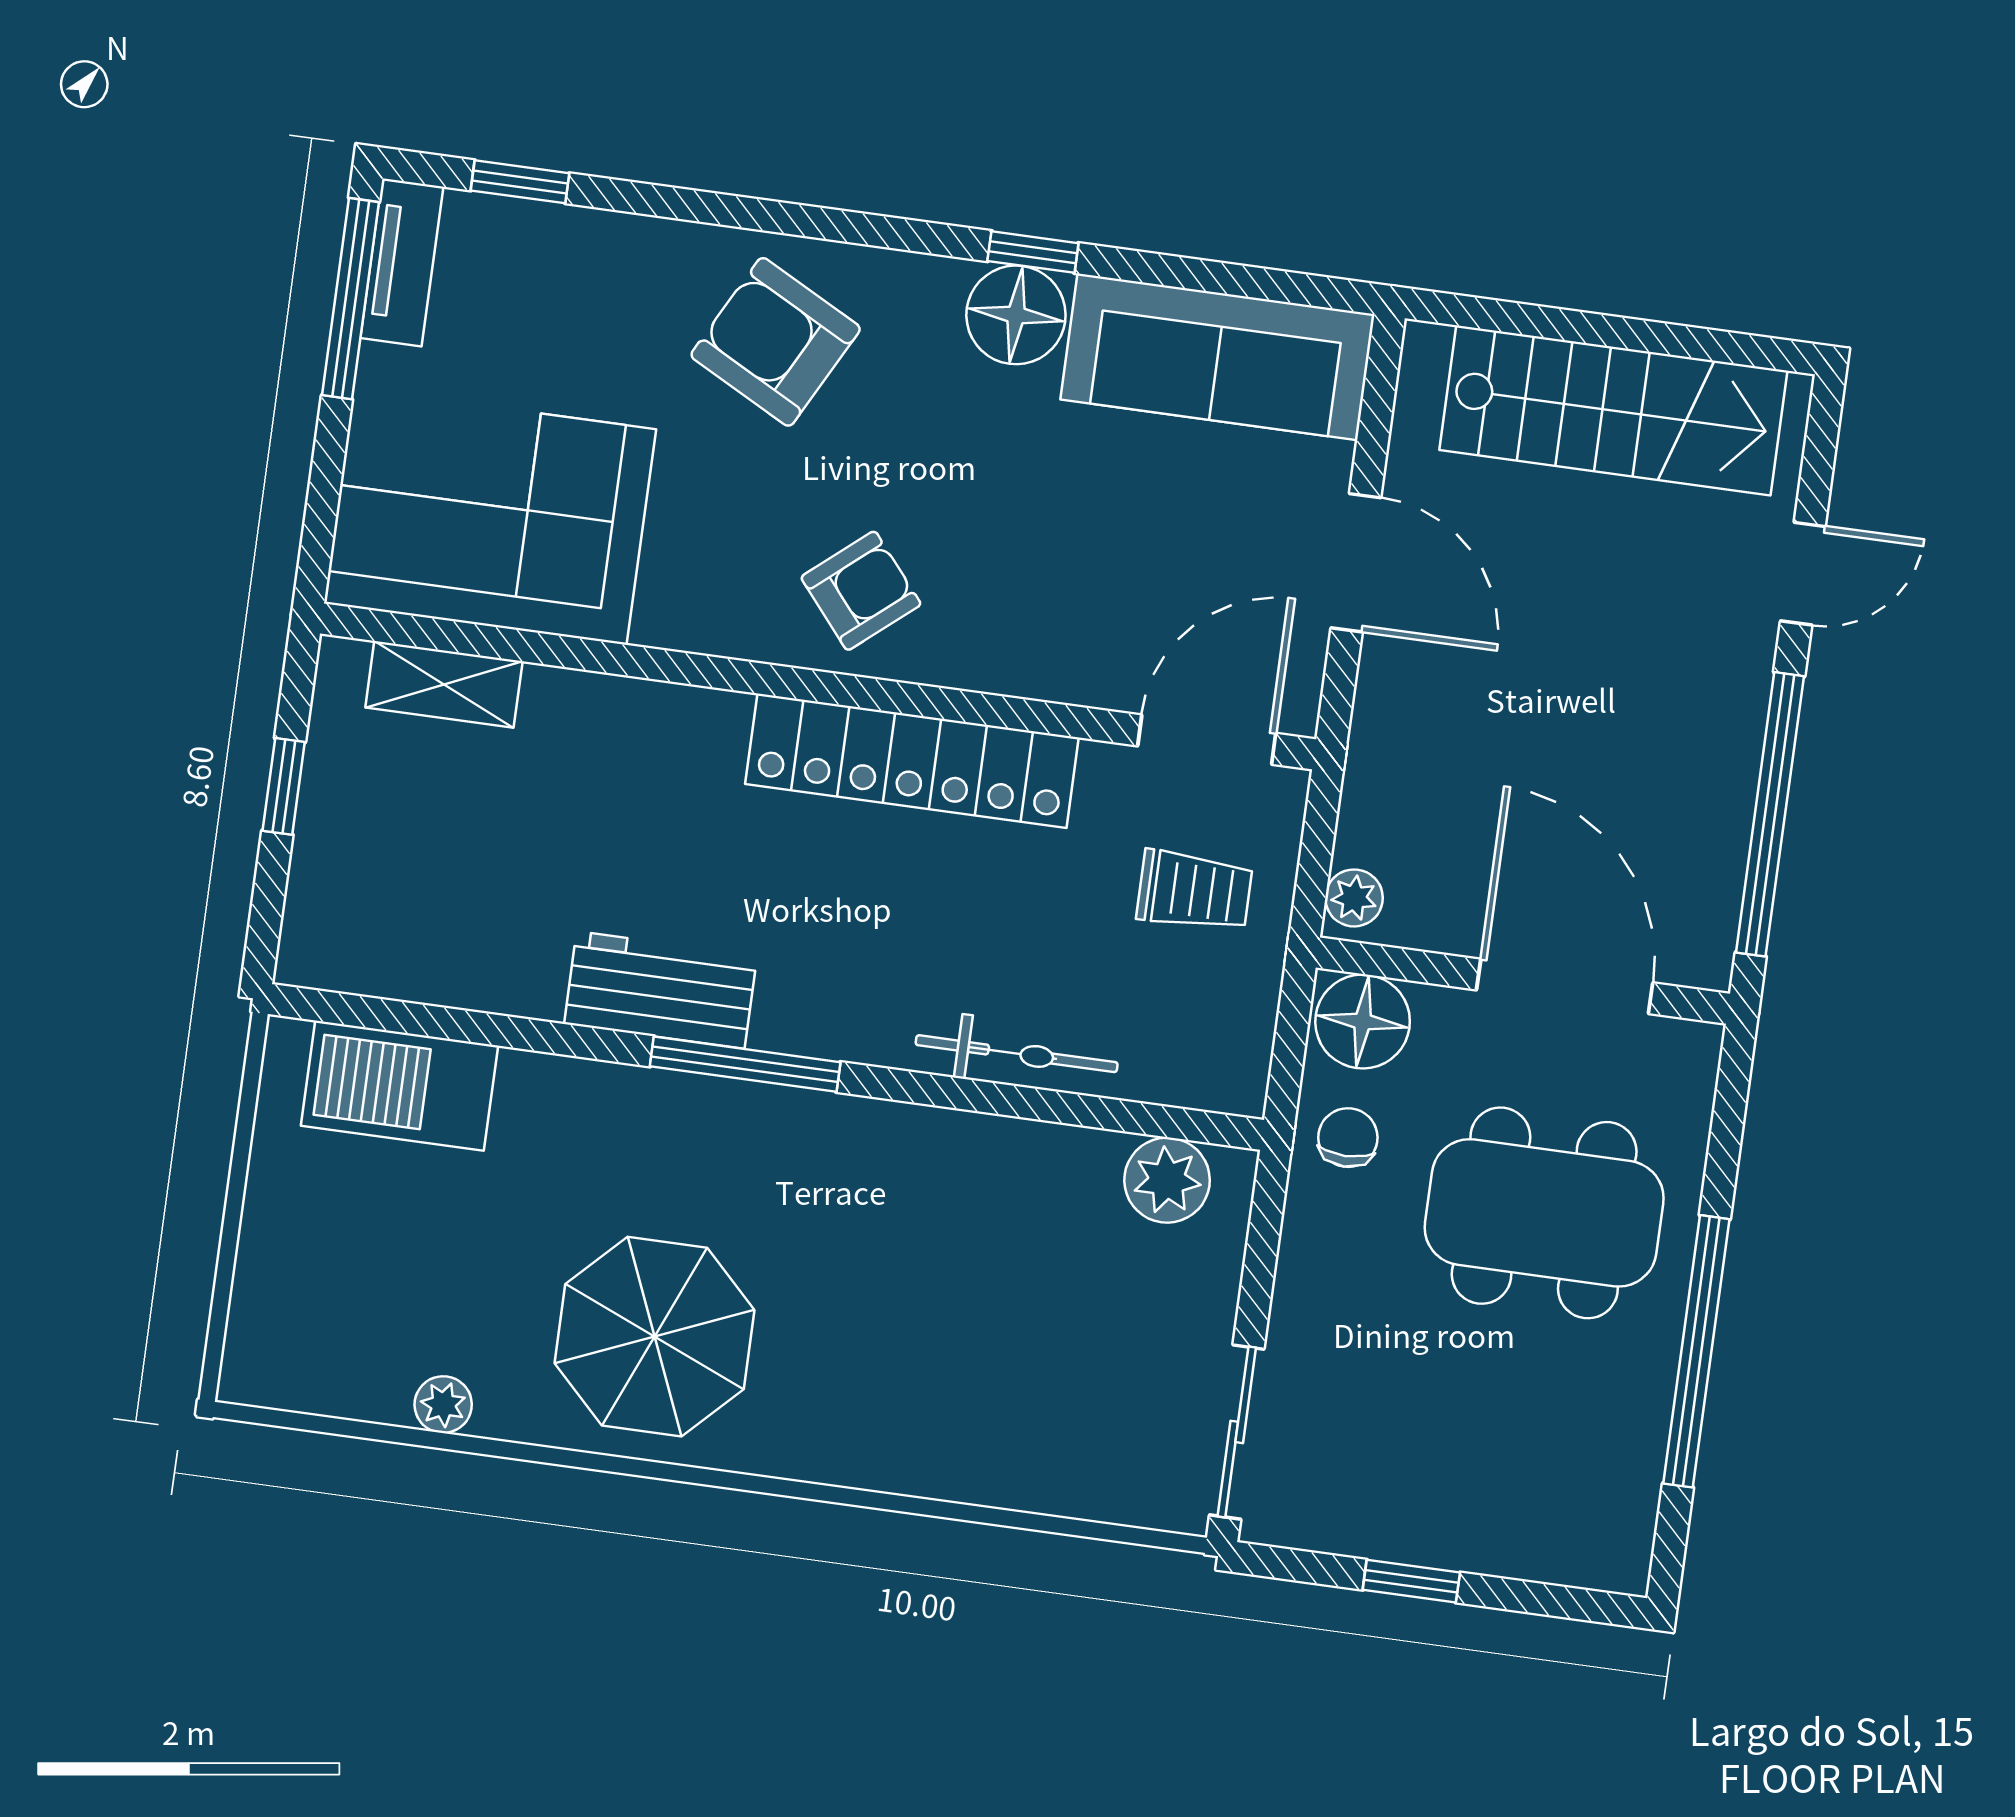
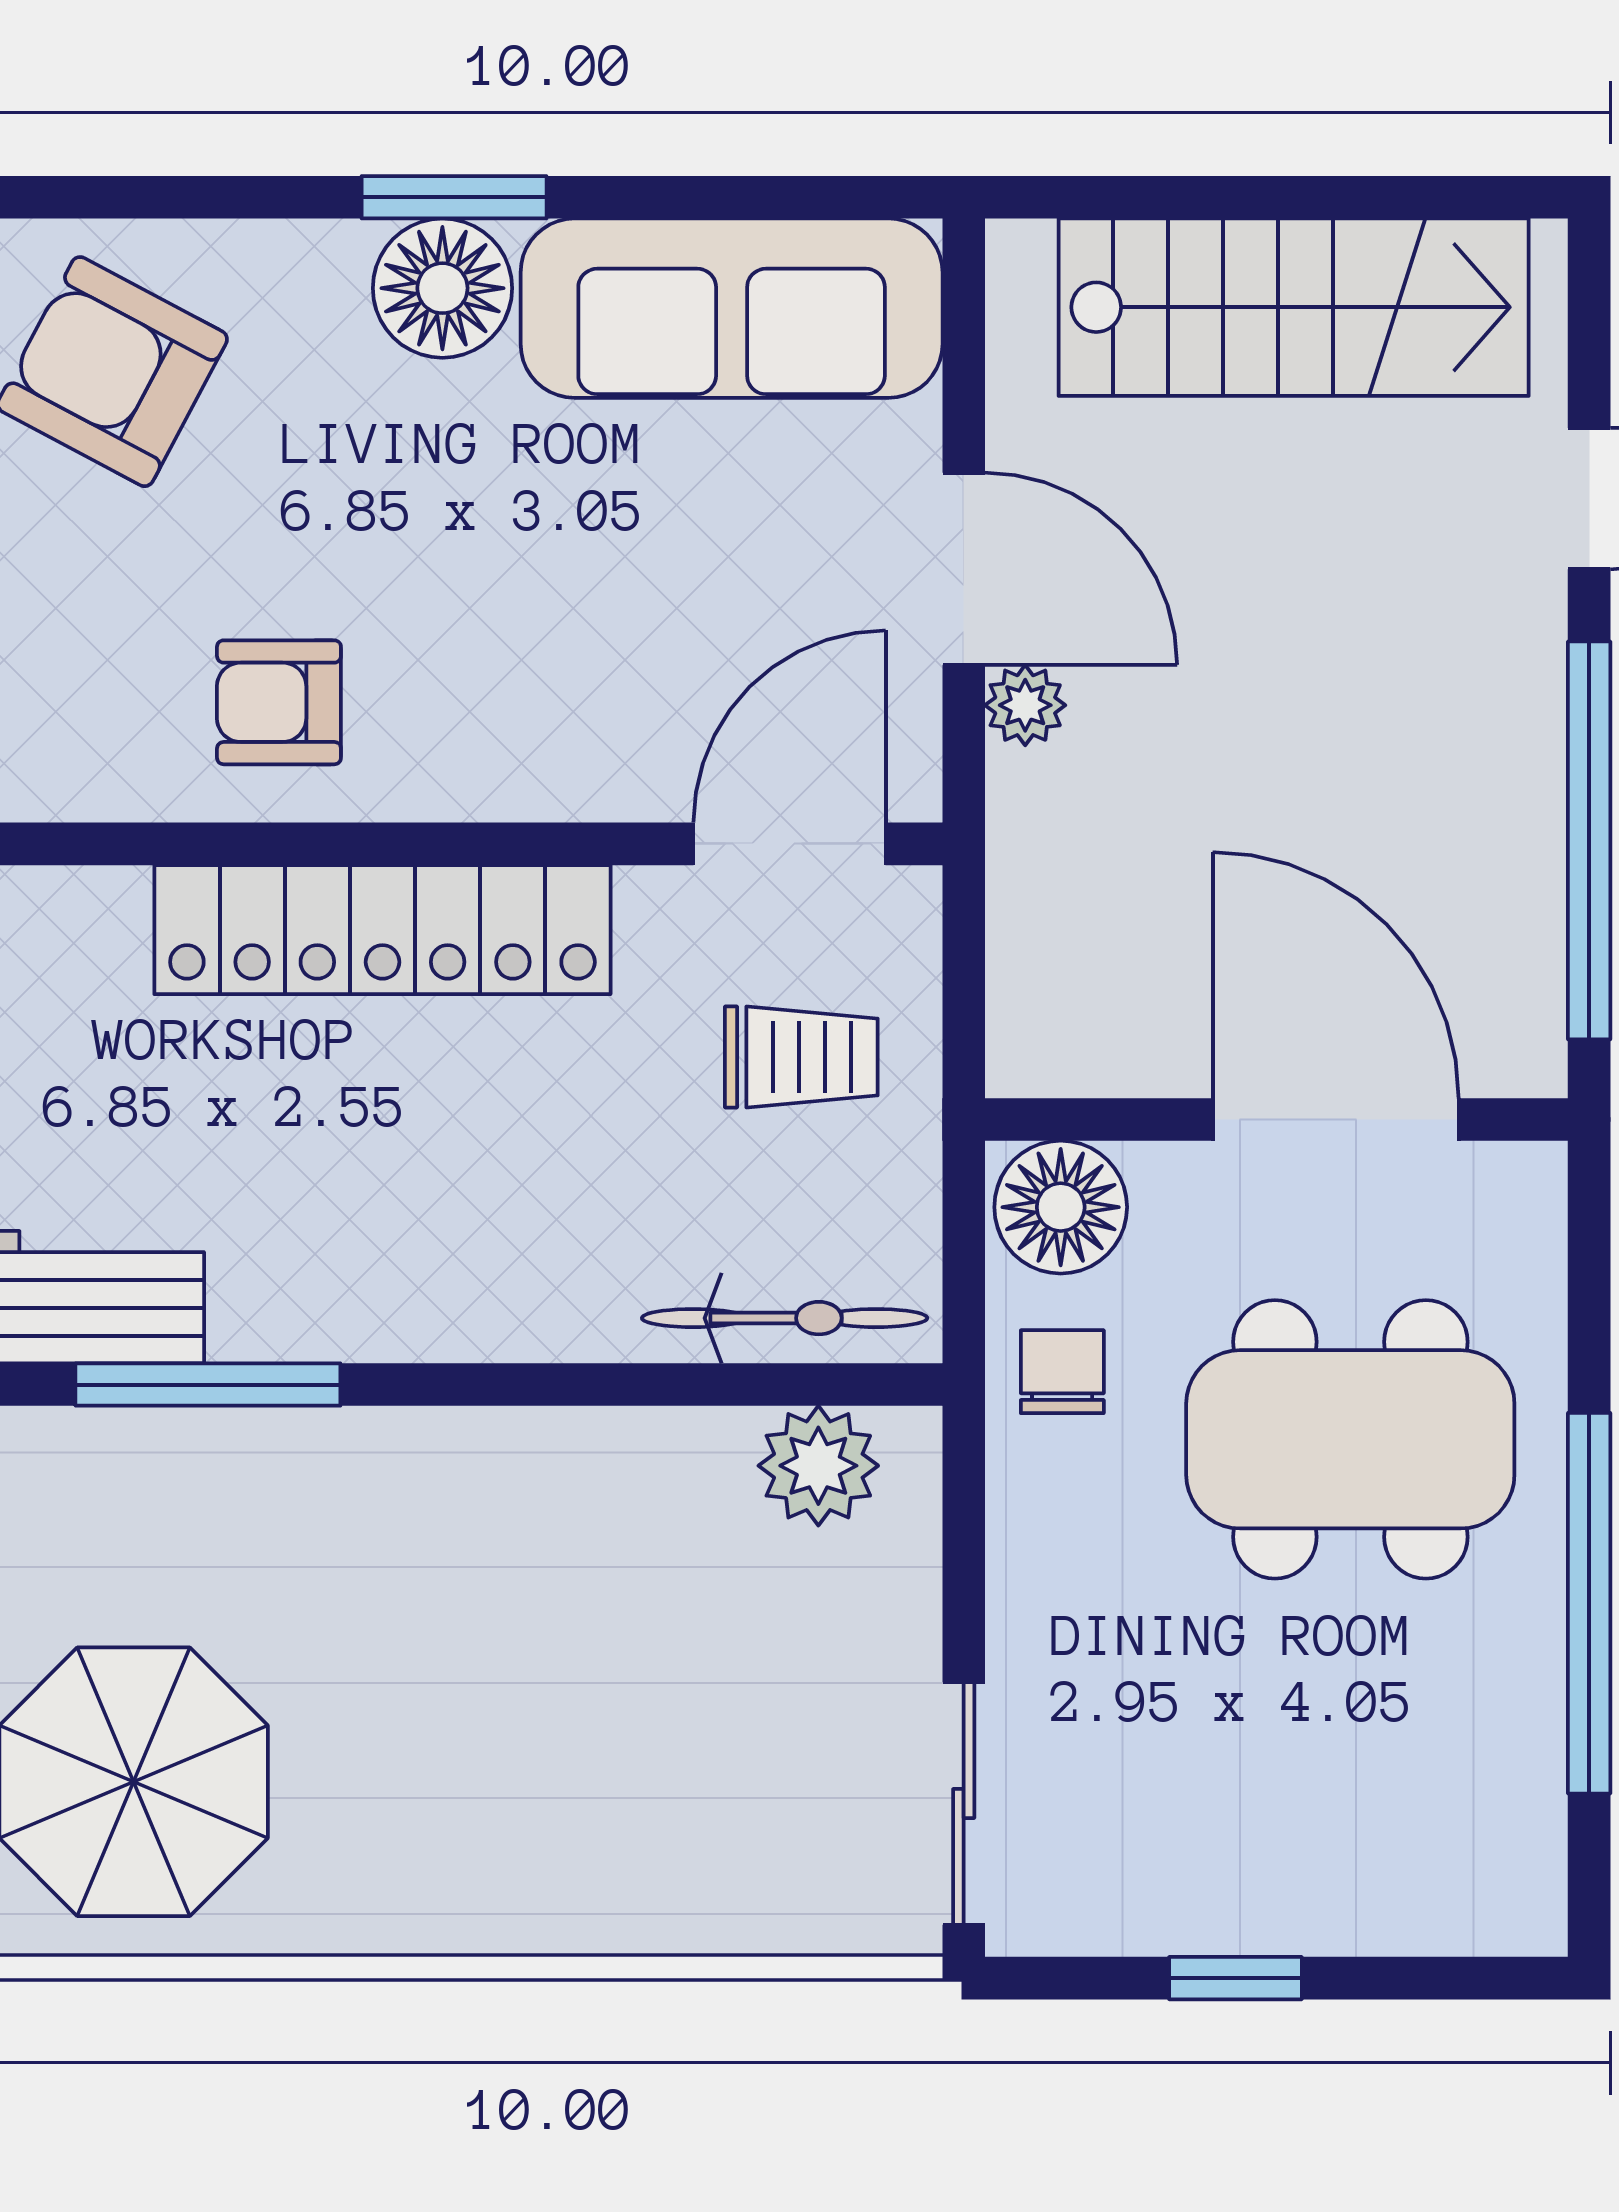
window: (1033, 252) -> (454, 197), width x1.50
armchair: (861, 591) -> (279, 702), turned -140
plant: (1354, 898) -> (1025, 705), moved
bicycle: (1017, 1054) -> (785, 1318), moved

